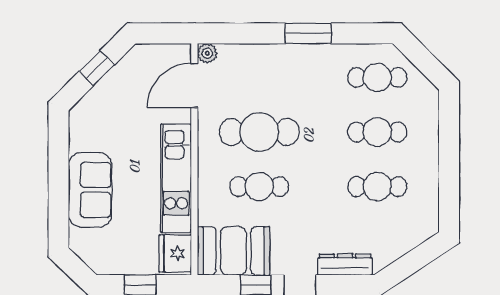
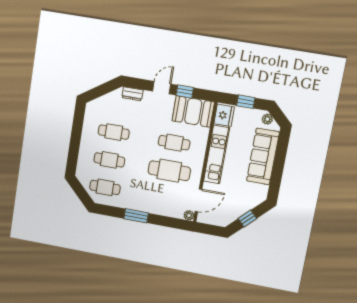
sofa: (90, 190) -> (263, 156), width x1.36
plant: (95, 260) -> (267, 119), added
dresser: (345, 265) -> (132, 94), width x0.70

